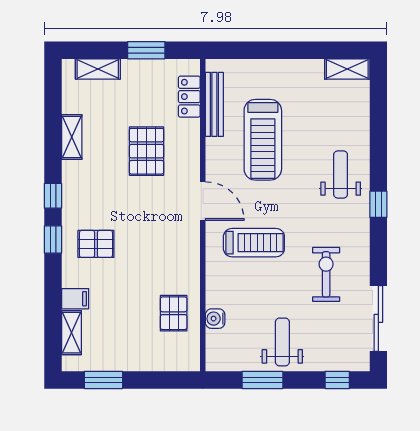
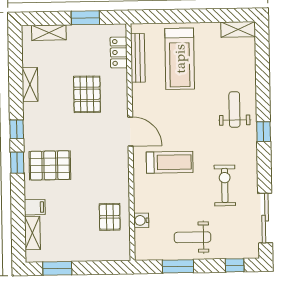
treadmill: (263, 140) -> (180, 59), moved
pallet: (96, 244) -> (50, 165), width x1.50, depth x1.42
weight bench: (282, 342) -> (192, 237), turned -90

